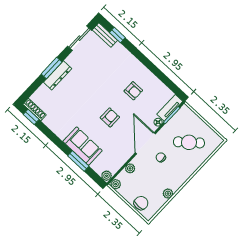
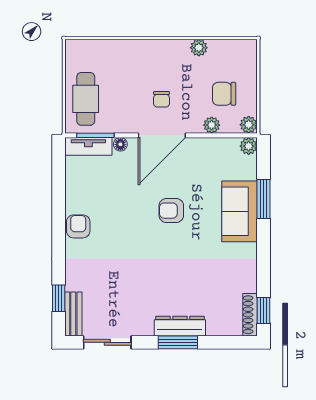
armchair: (133, 91) -> (78, 226), moved
cafe table: (189, 142) -> (86, 99), moved, turned 40
chair: (141, 203) -> (224, 94), moved

